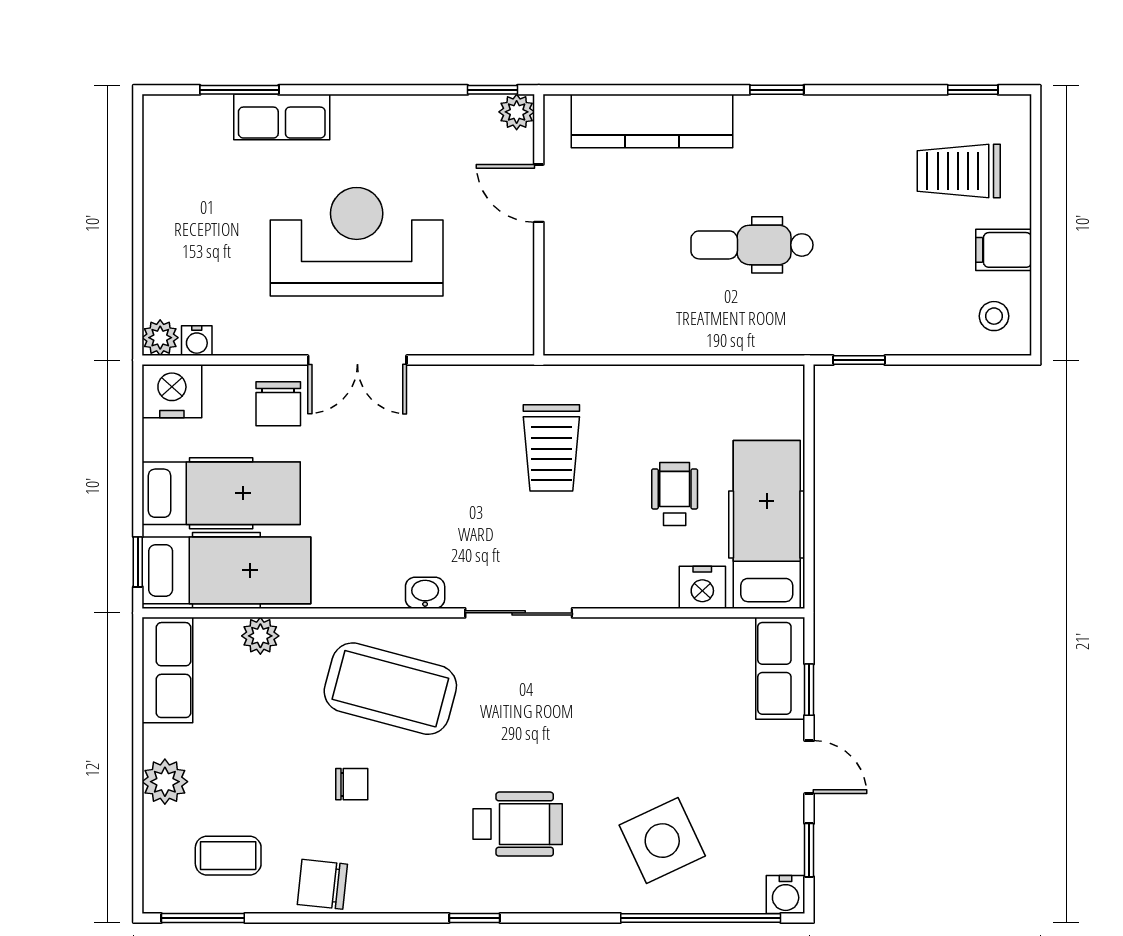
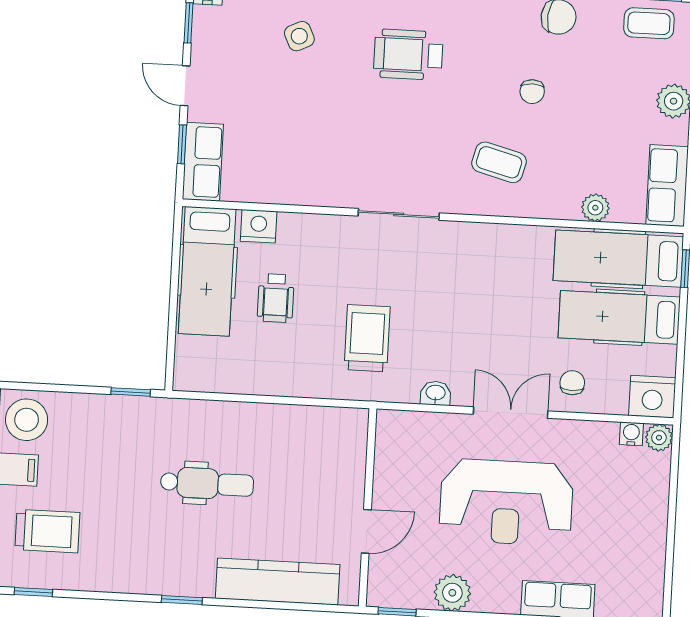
plant: (517, 112) -> (452, 593), moved, width x1.38, depth x1.38
door: (539, 193) -> (366, 531), hinge flipped
stool: (994, 316) -> (27, 420), width x1.89, depth x1.89
chair: (278, 404) -> (572, 383), width x0.73, depth x0.73
washbasin: (425, 593) -> (436, 393), moved, turned 180
coffee table: (390, 689) -> (499, 162), width x0.54, depth x0.58
chair: (352, 784) -> (532, 92), turned -90
side table: (662, 841) -> (299, 36), width x0.54, depth x0.54
coffee table: (228, 856) -> (649, 23), moved

